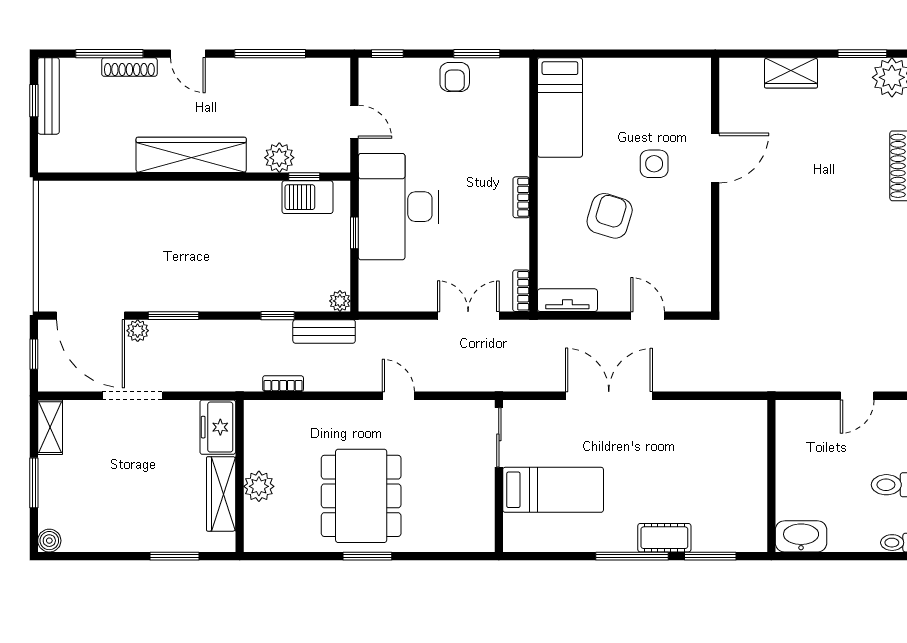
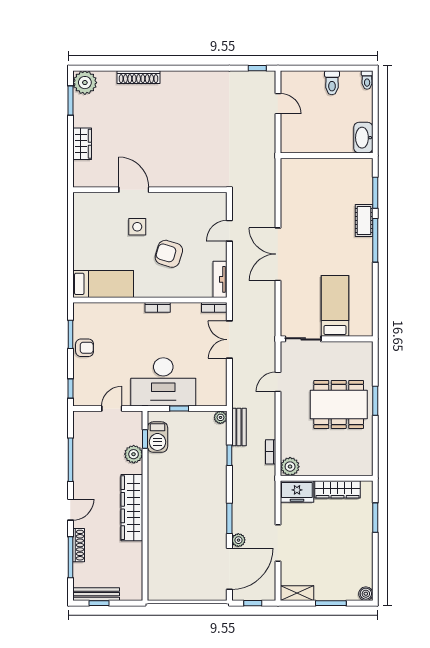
sliding door: (499, 437) -> (303, 339), moved
wall: (499, 476) -> (327, 339), moved
plant: (259, 486) -> (290, 467), moved
bed: (553, 490) -> (335, 306), moved

